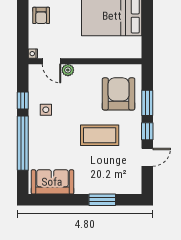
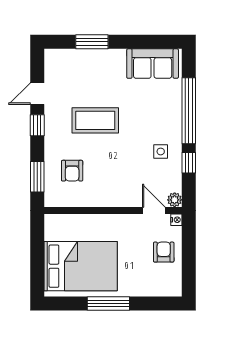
armchair: (41, 15) -> (164, 252), moved
plant: (68, 70) -> (175, 200), moved
armchair: (119, 94) -> (72, 171), width x0.53, depth x0.53
window: (147, 103) -> (37, 177), moved

